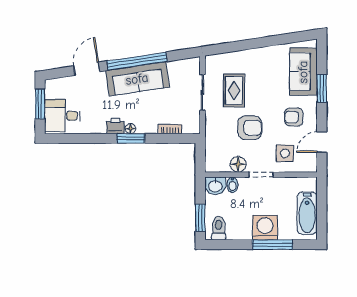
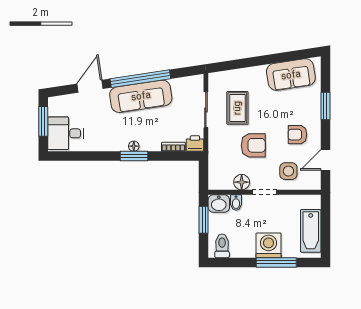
sofa: (303, 72) -> (291, 75), moved, turned -99
printer: (115, 126) -> (195, 144), moved
window: (200, 218) -> (204, 220), moved

